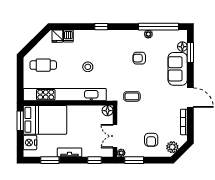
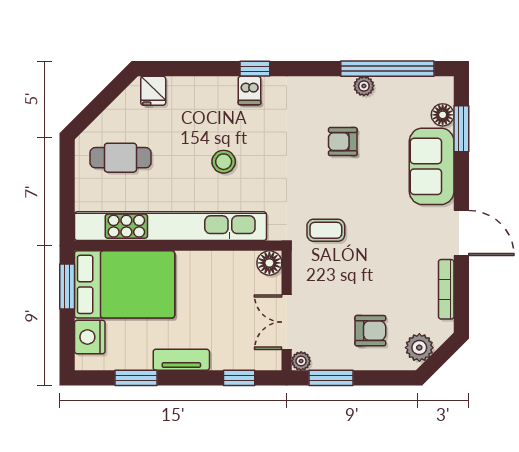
dishwasher: (68, 36) -> (249, 90), moved
armchair: (151, 140) -> (370, 331), turned -90

